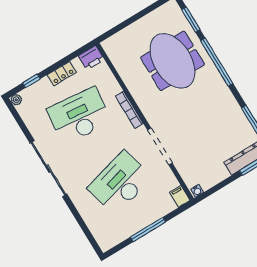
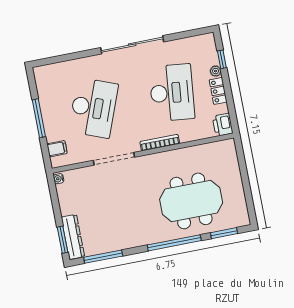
plant: (16, 100) -> (216, 71), moved
desk: (120, 183) -> (93, 108), turned 36
filing cabinet: (180, 196) -> (57, 149), moved

